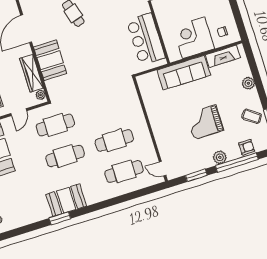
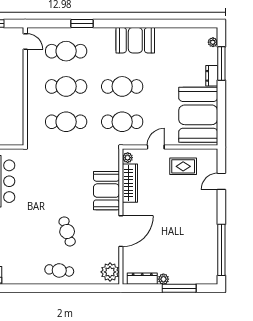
cafe table: (105, 109) -> (66, 122), added
window: (60, 218) -> (82, 24), moved

